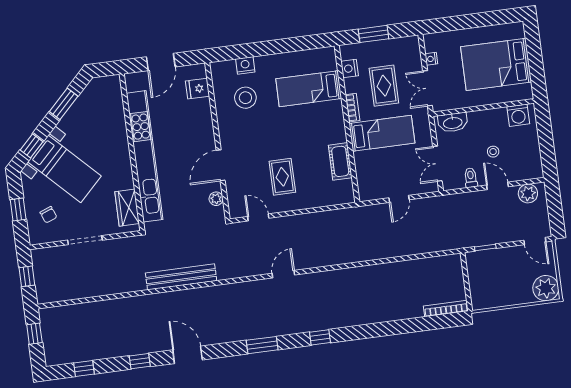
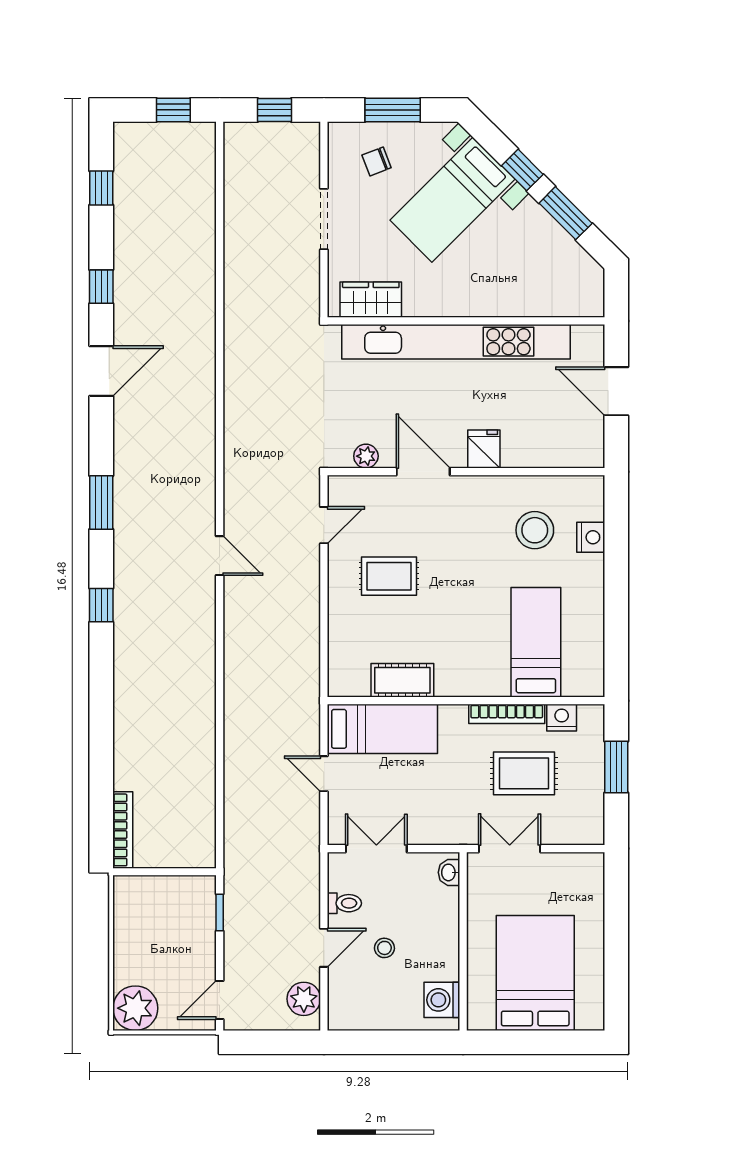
nightstand: (431, 59) -> (560, 862), removed
fridge: (198, 89) -> (484, 449), moved
bookcase: (353, 108) -> (507, 714), width x1.56
washbasin: (453, 122) -> (449, 872), width x0.52, depth x0.69
bed: (382, 133) -> (382, 729), moved, turned -90
window: (31, 146) -> (522, 170), moved
window: (18, 209) -> (393, 110), width x1.50
bench: (181, 277) -> (238, 377), removed

